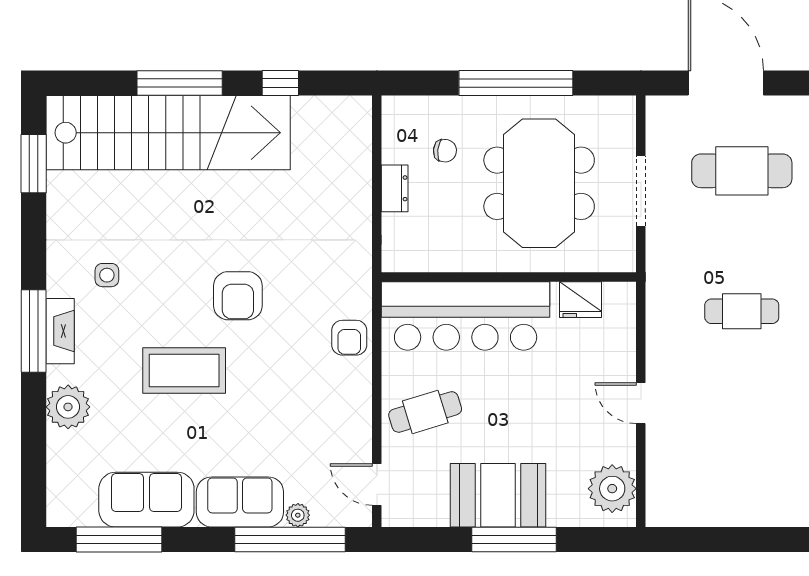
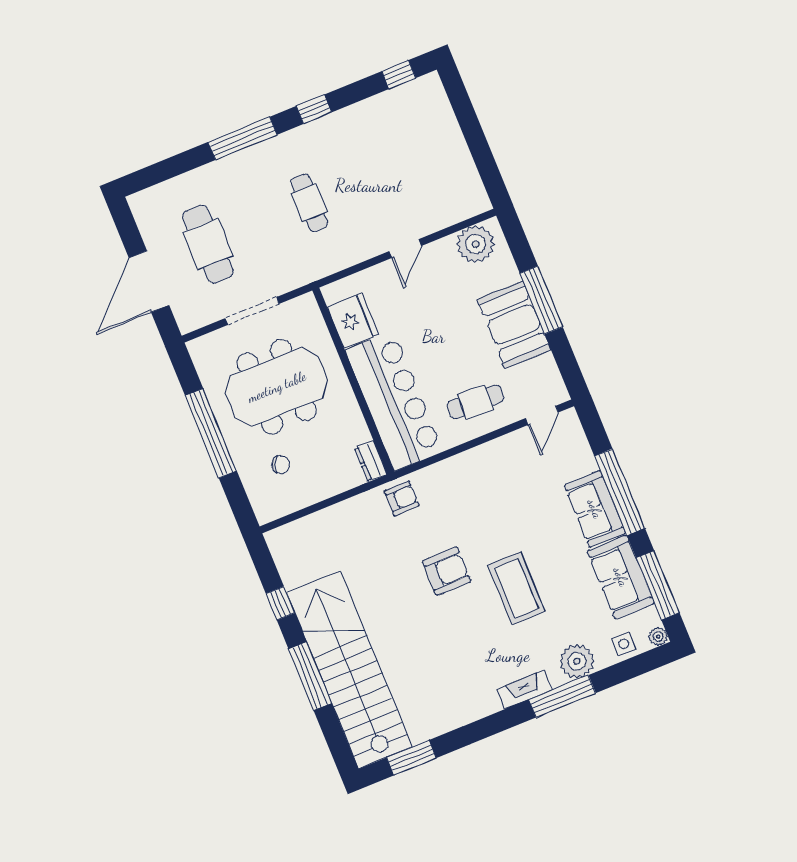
chair: (445, 151) -> (281, 464), turned 110
dresser: (395, 188) -> (371, 461), moved, turned -90
side table: (107, 275) -> (624, 644), moved
fridge: (581, 300) -> (353, 321), width x1.36, depth x1.34
window: (34, 331) -> (562, 696), moved
armchair: (349, 338) -> (402, 498), moved
cafe table: (425, 412) -> (475, 402), turned -71
plant: (298, 515) -> (658, 637), moved
window: (290, 540) -> (620, 492), moved

